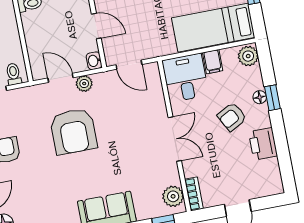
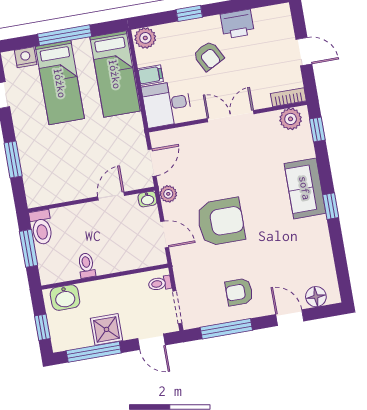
door: (61, 78) -> (165, 234), swing flipped
plant: (84, 84) -> (168, 194), moved
floor lamp: (260, 97) -> (189, 27), removed

